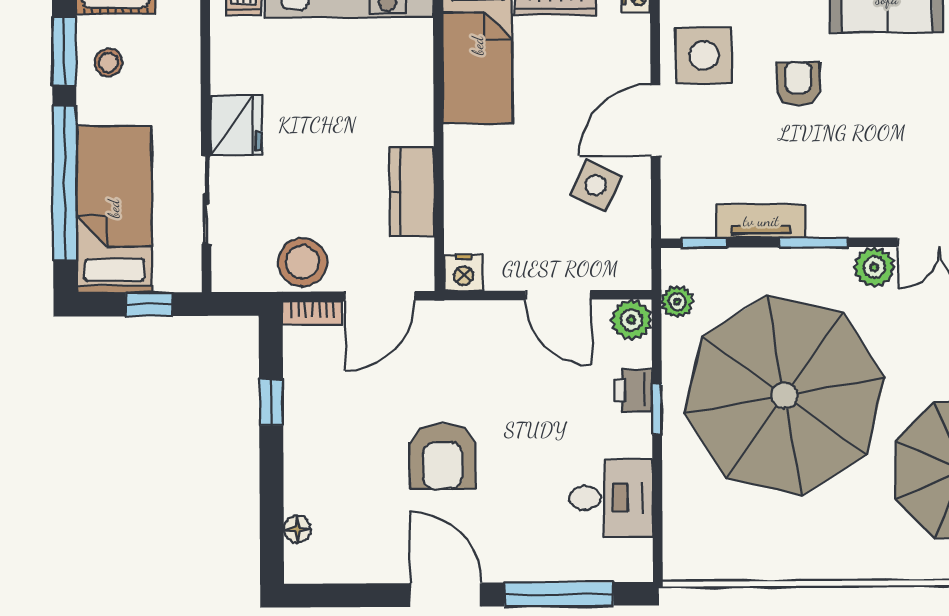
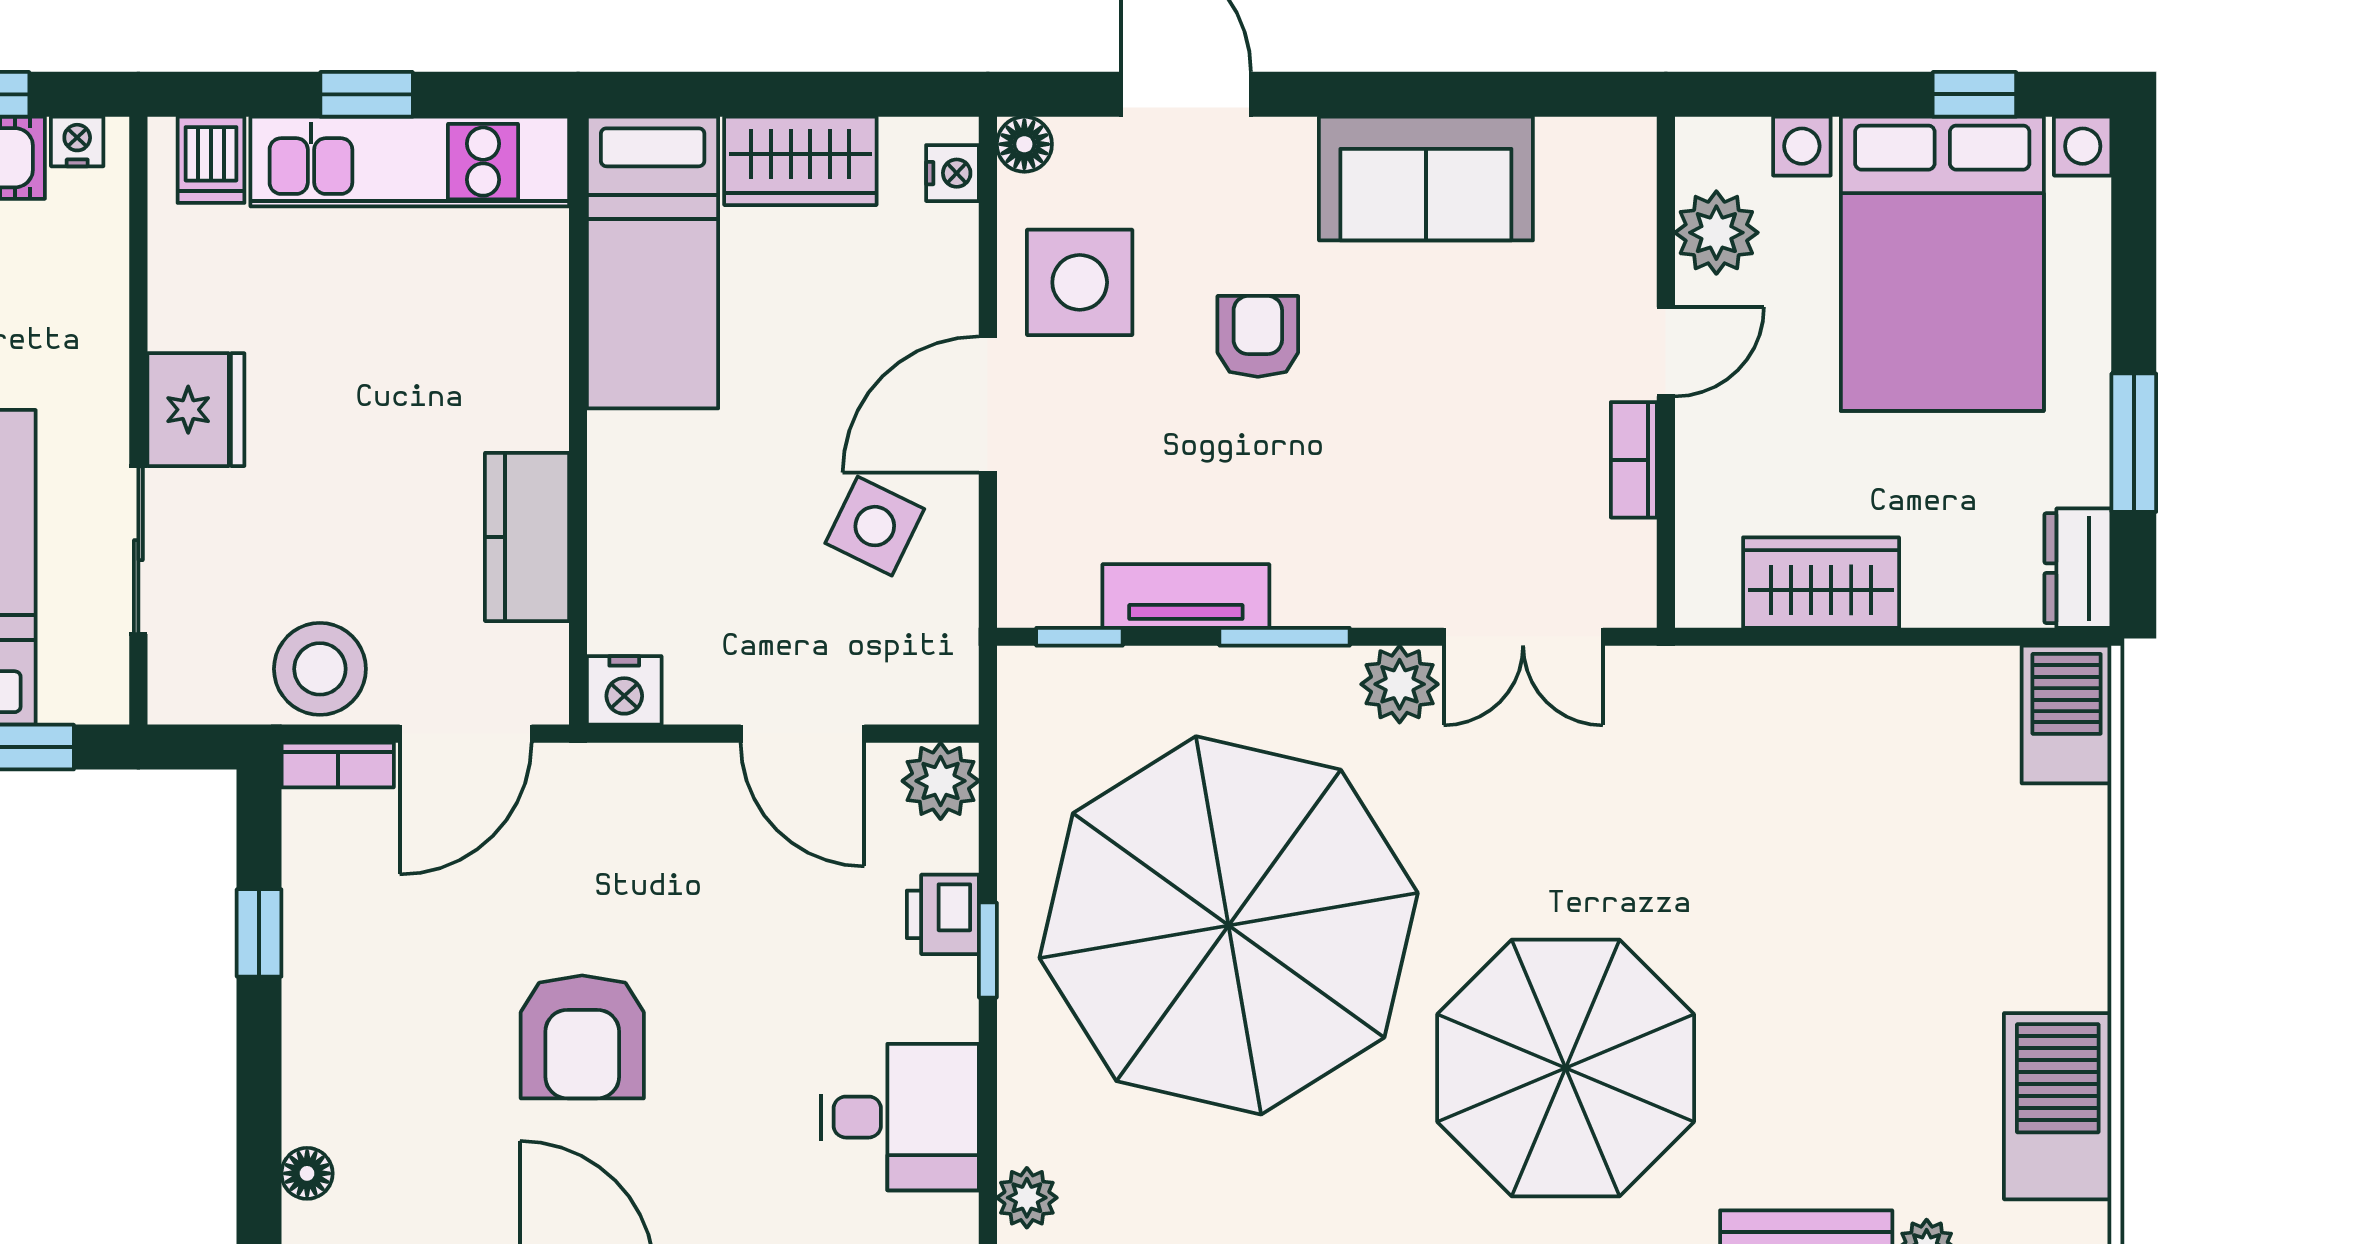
plant: (677, 302) -> (1027, 1198), moved

